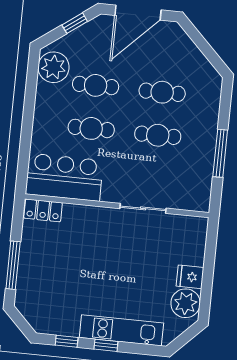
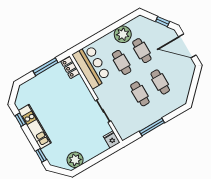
plant: (54, 67) -> (123, 34), moved
window: (13, 265) -> (45, 67), moved
fridge: (190, 277) -> (112, 139), moved
kitchen unit: (121, 330) -> (35, 127), moved
window: (106, 345) -> (41, 155), moved

